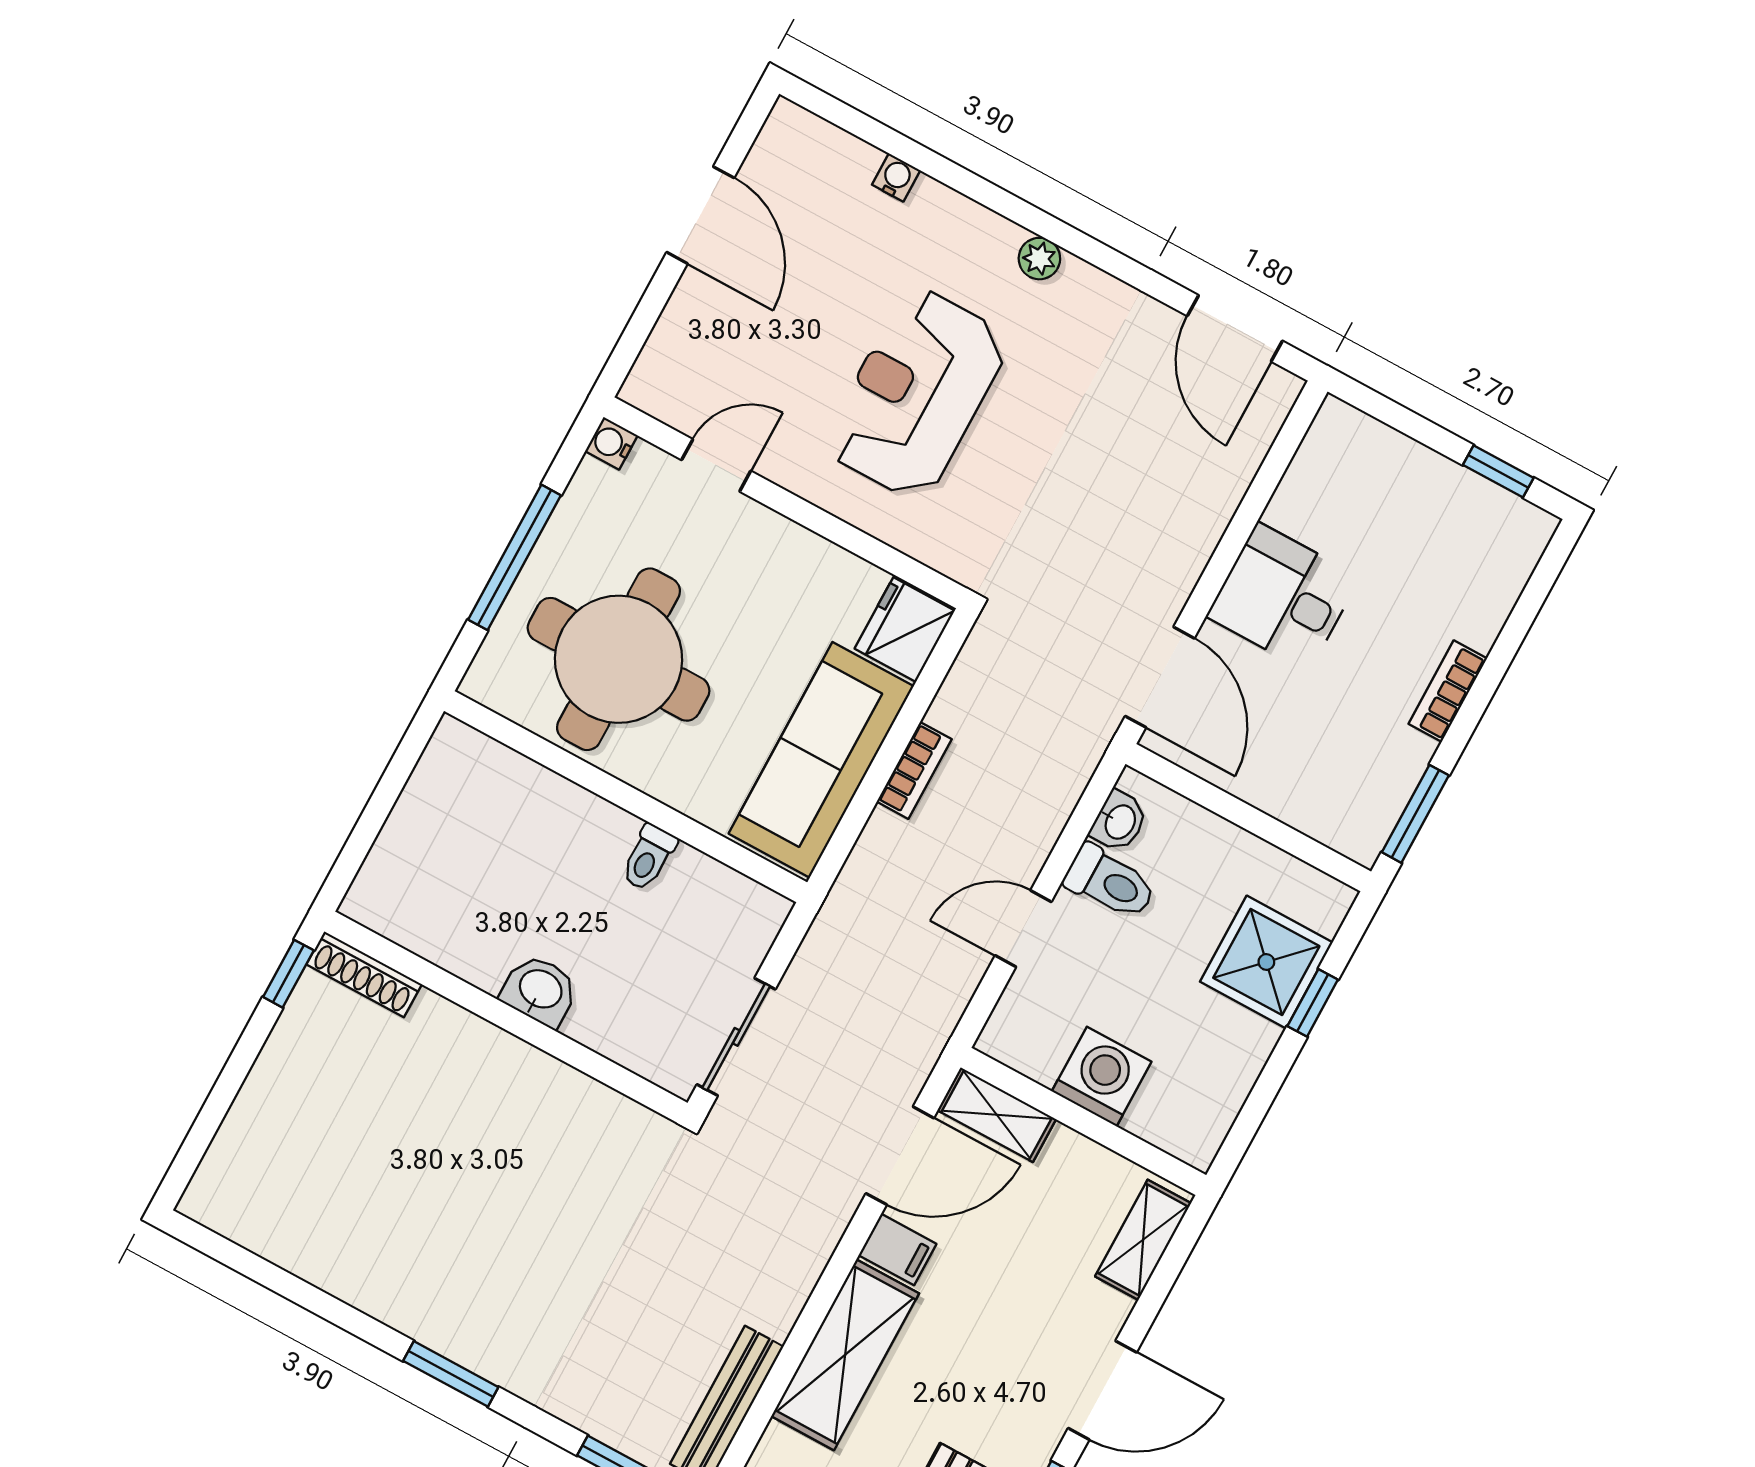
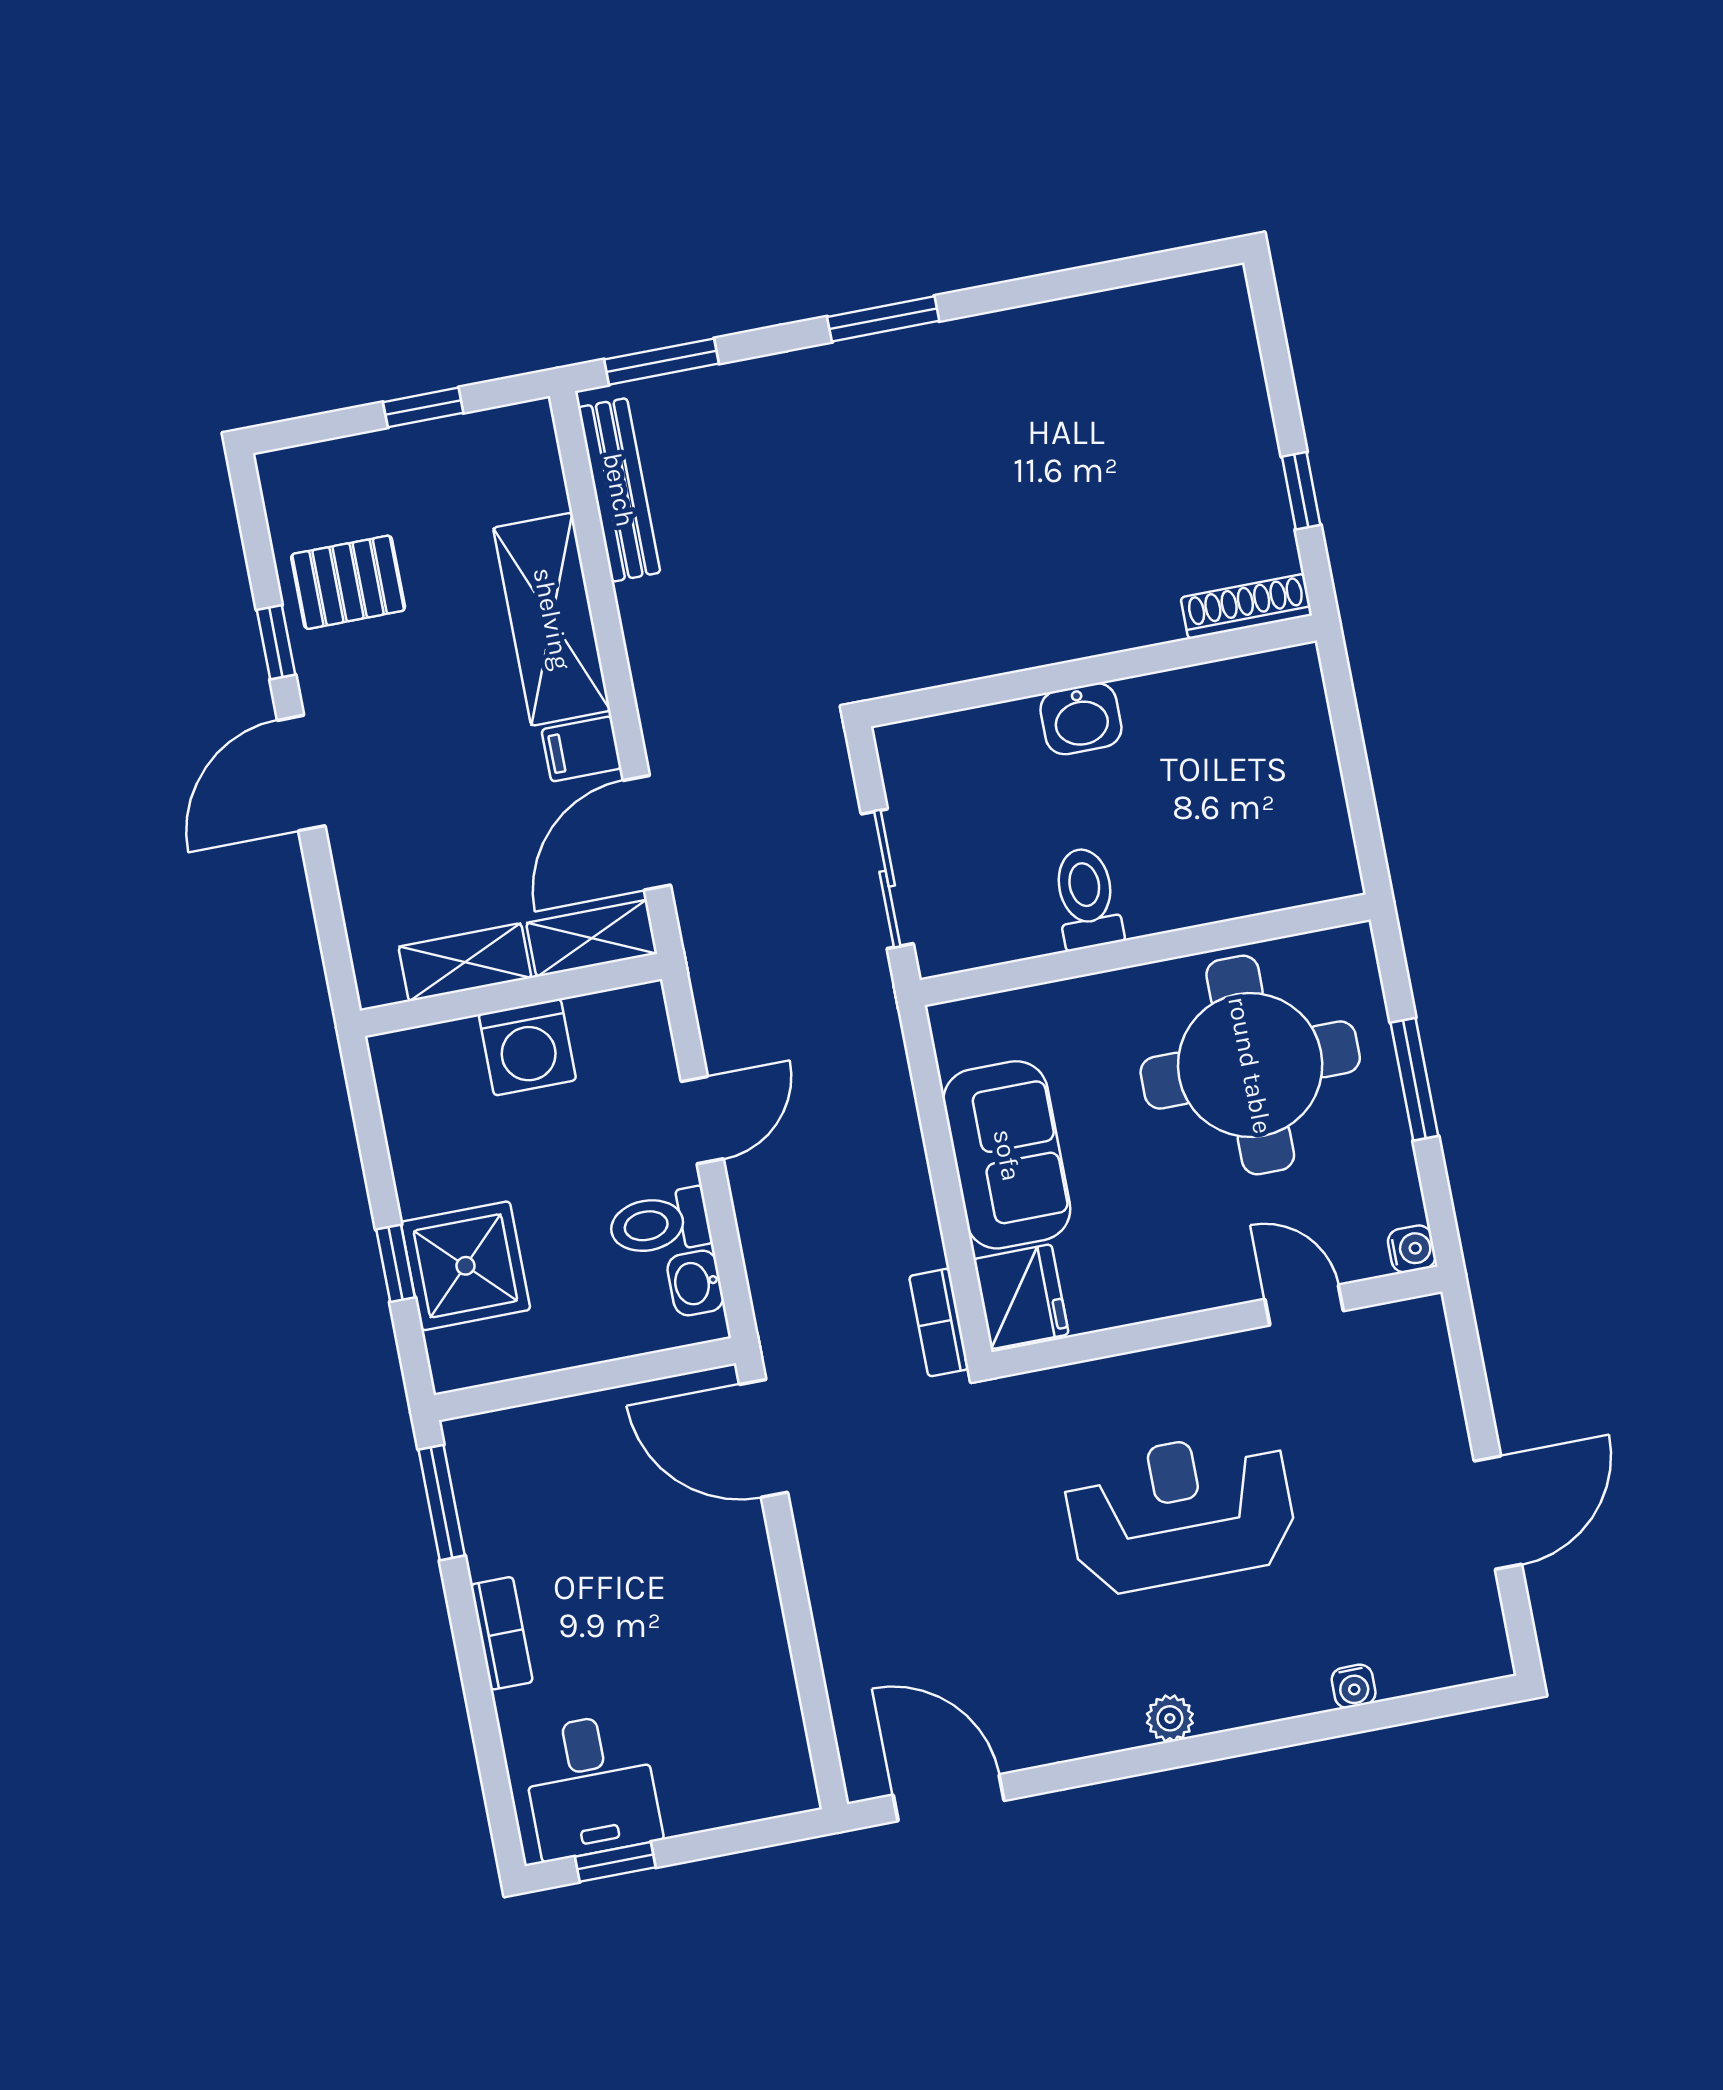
door: (700, 215) -> (1498, 1513), swing flipped
reception desk: (916, 394) -> (1180, 1512), turned -90
door: (716, 465) -> (1304, 1305), swing flipped
window: (514, 557) -> (1414, 1079), width x0.69
desk: (1283, 597) -> (591, 1786), moved, turned 90
sofa: (821, 760) -> (1007, 1155), width x0.73
bookcase: (914, 770) -> (939, 1323), moved
toilet: (648, 857) -> (1087, 898), width x1.37, depth x1.39
window: (288, 974) -> (1301, 491), moved
sliding door: (736, 1037) -> (887, 879), moved
shelving: (1143, 1240) -> (465, 962), moved, turned 90

